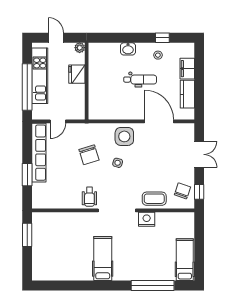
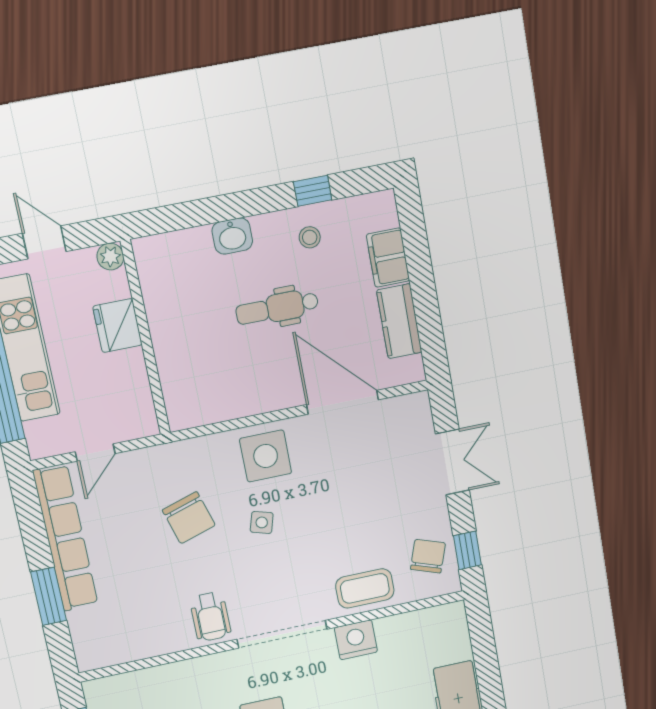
dental chair: (140, 80) -> (277, 308), turned 180

